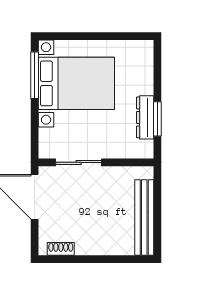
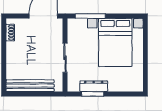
window: (35, 75) -> (90, 16), moved
sliding door: (79, 162) -> (65, 58), moved

